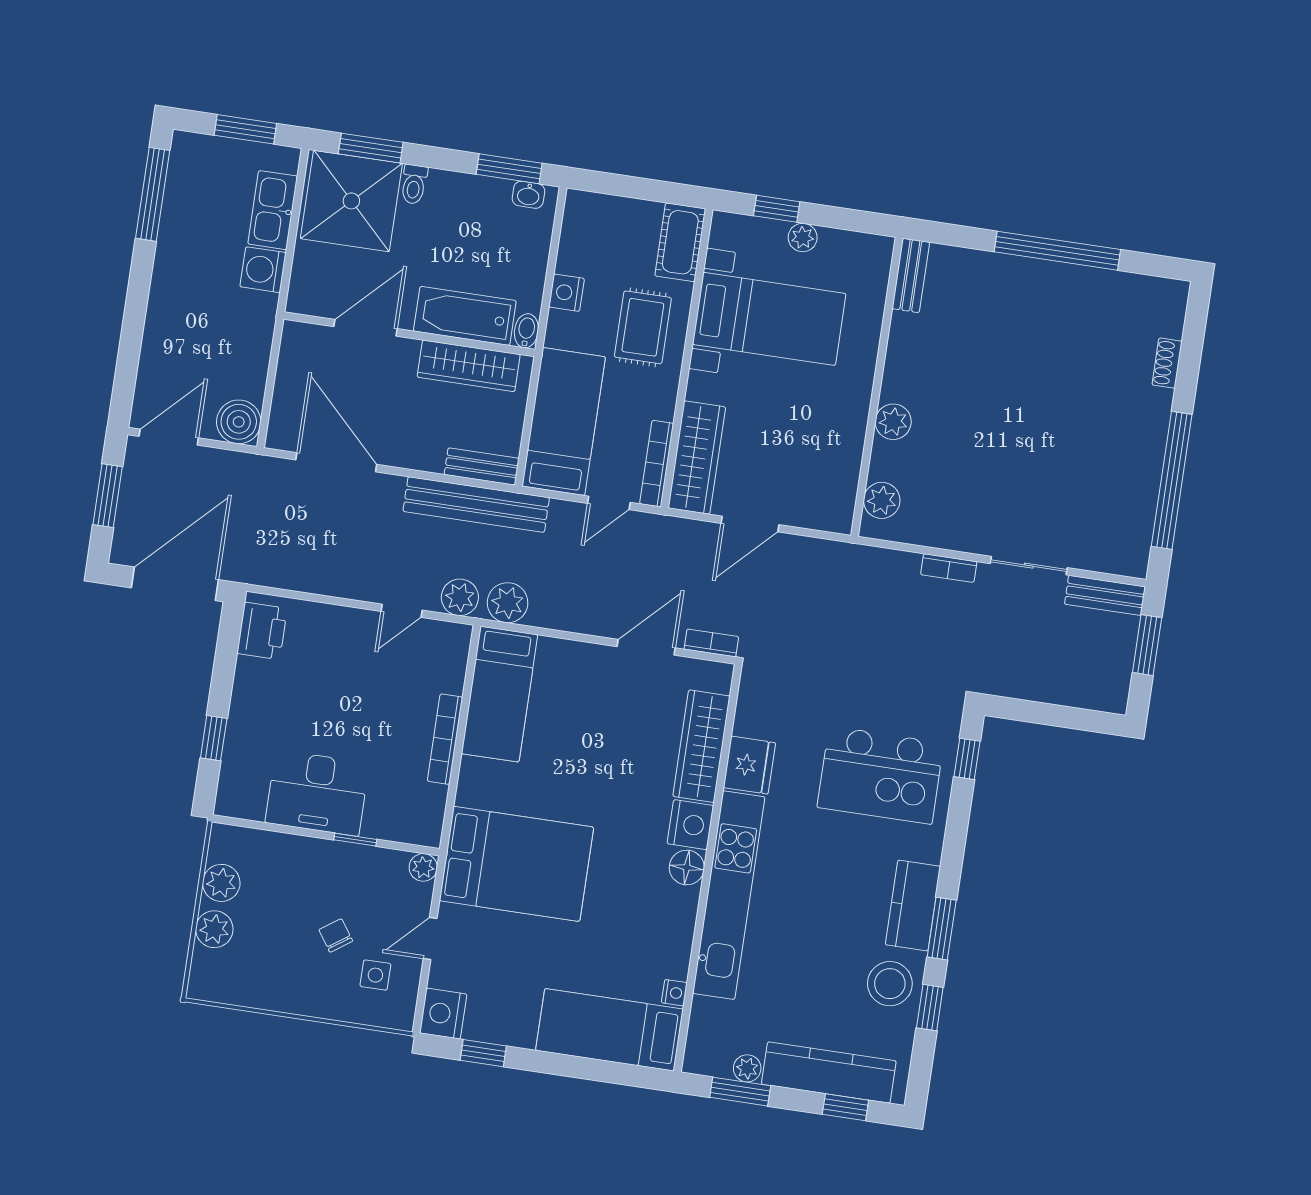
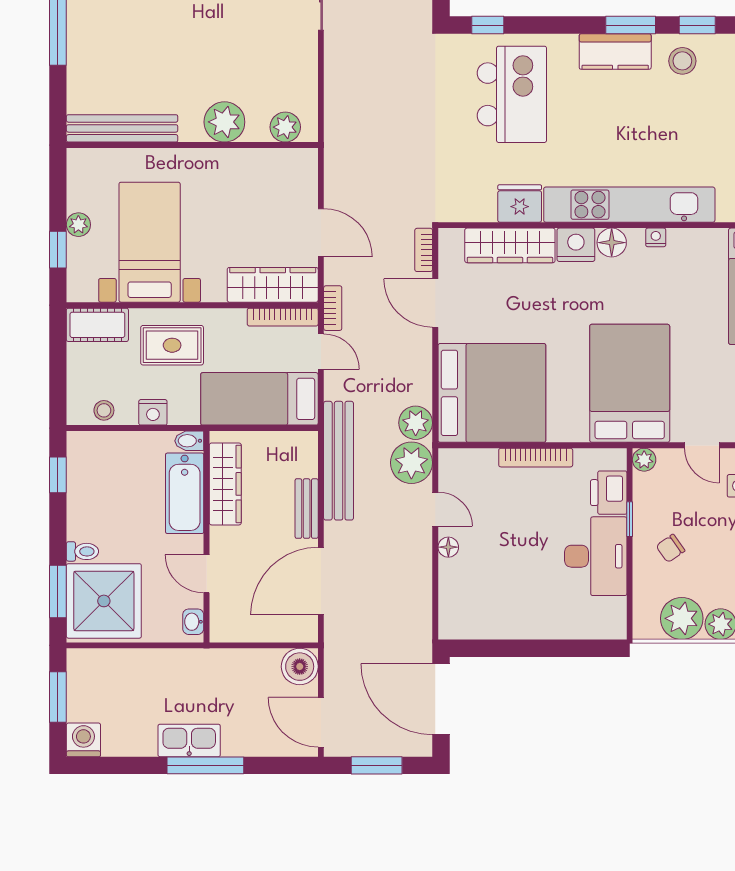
window: (509, 169) -> (58, 475), width x0.67
window: (153, 194) -> (205, 765), moved
washbasin: (528, 195) -> (193, 622), moved, turned 180
kitchen sink: (273, 210) -> (189, 740), moved, turned 180
stool: (578, 235) -> (104, 410), added
washing machine: (263, 270) -> (83, 740), moved, turned 180
bench: (911, 275) -> (122, 128), width x1.86, depth x1.21
door: (365, 328) -> (207, 574), width x0.73
plant: (893, 422) -> (224, 122), width x1.36, depth x1.36
bench: (482, 467) -> (307, 509), moved
bookcase: (949, 568) -> (333, 308), moved
plant: (460, 597) -> (411, 463), width x1.36, depth x1.36
floor lamp: (354, 619) -> (448, 547), added
printer: (262, 631) -> (609, 493), moved, turned -90
bed: (499, 694) -> (492, 393), width x2.04
window: (214, 738) -> (563, 648), removed
plant: (221, 883) -> (682, 618), width x1.36, depth x1.36
chair: (336, 935) -> (670, 548), moved
stool: (890, 984) -> (682, 61), width x0.73, depth x0.73
nightstand: (674, 993) -> (656, 237), moved

